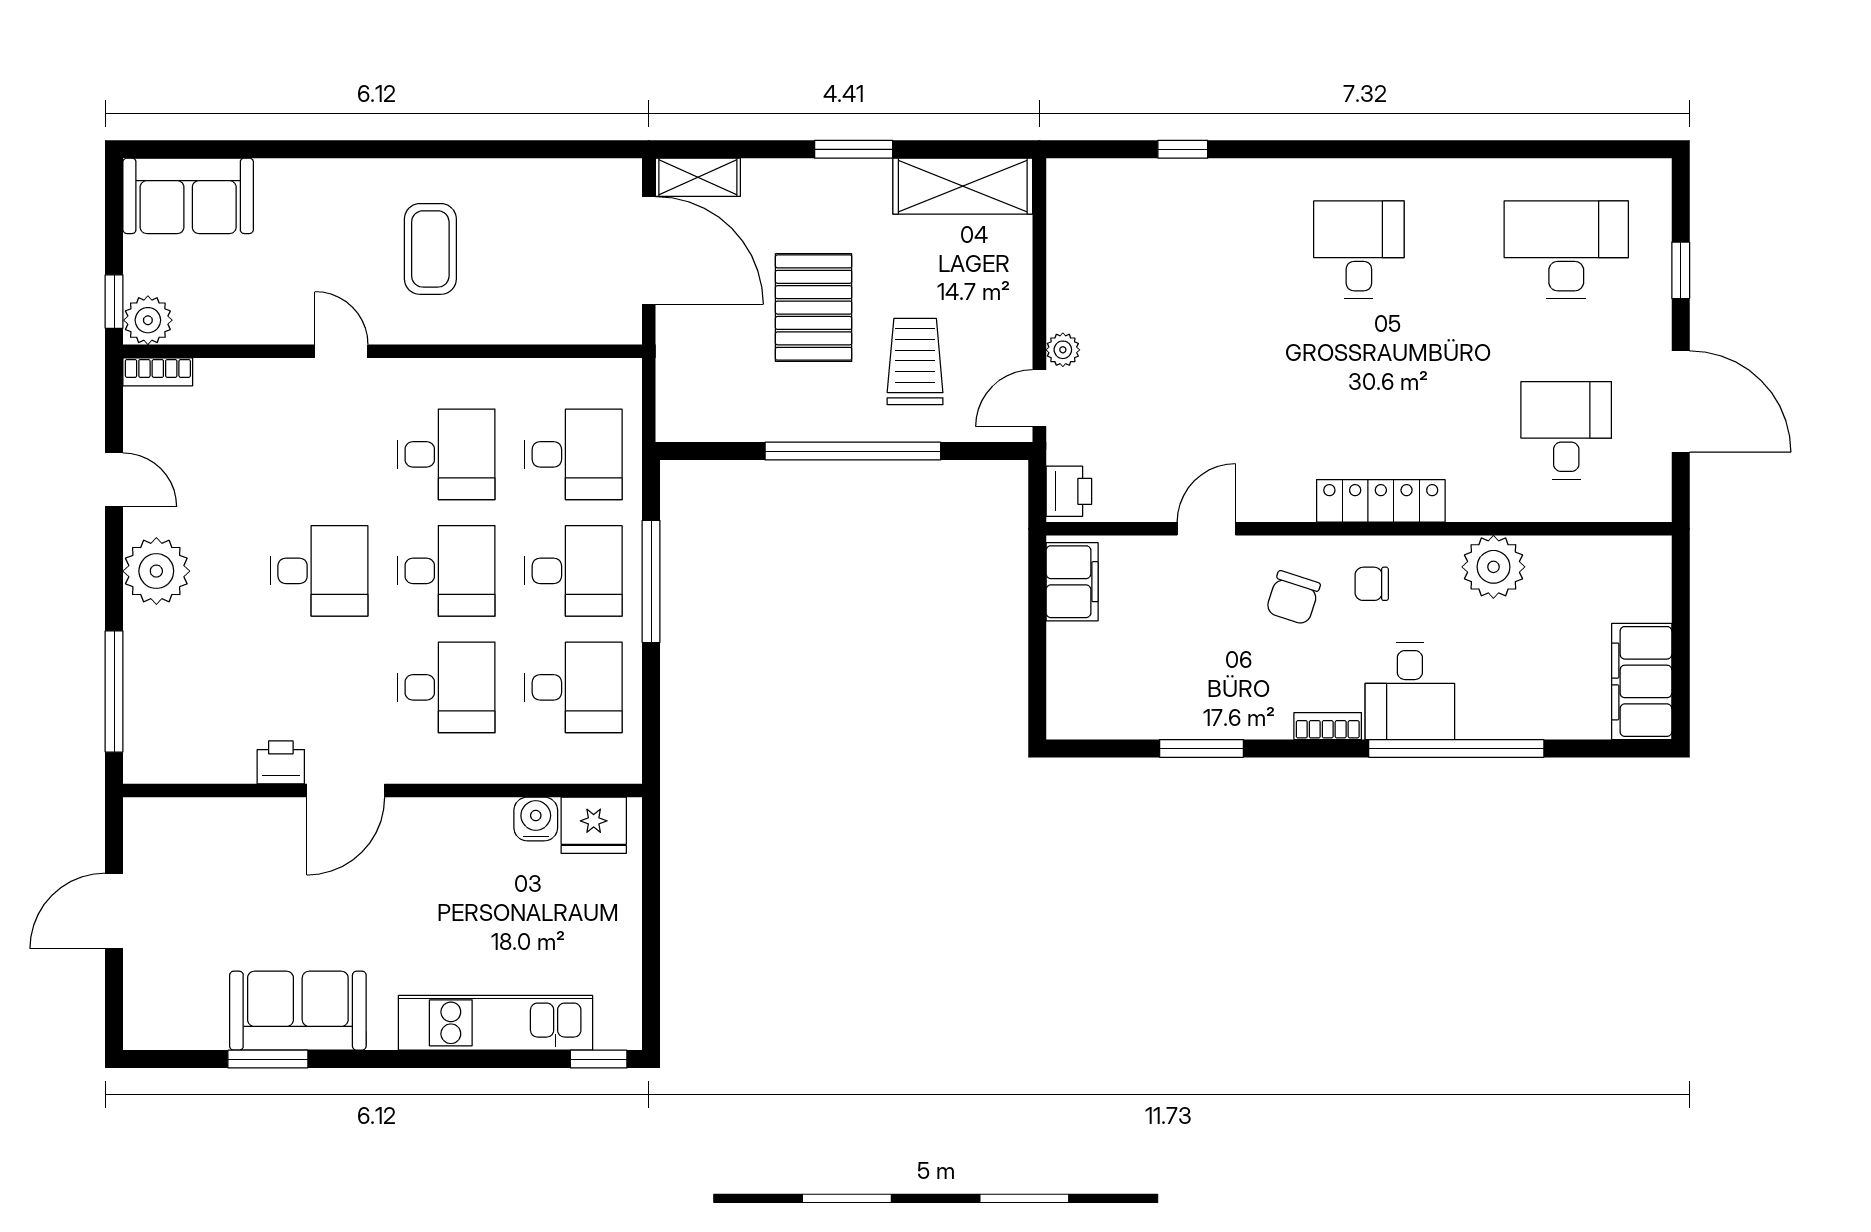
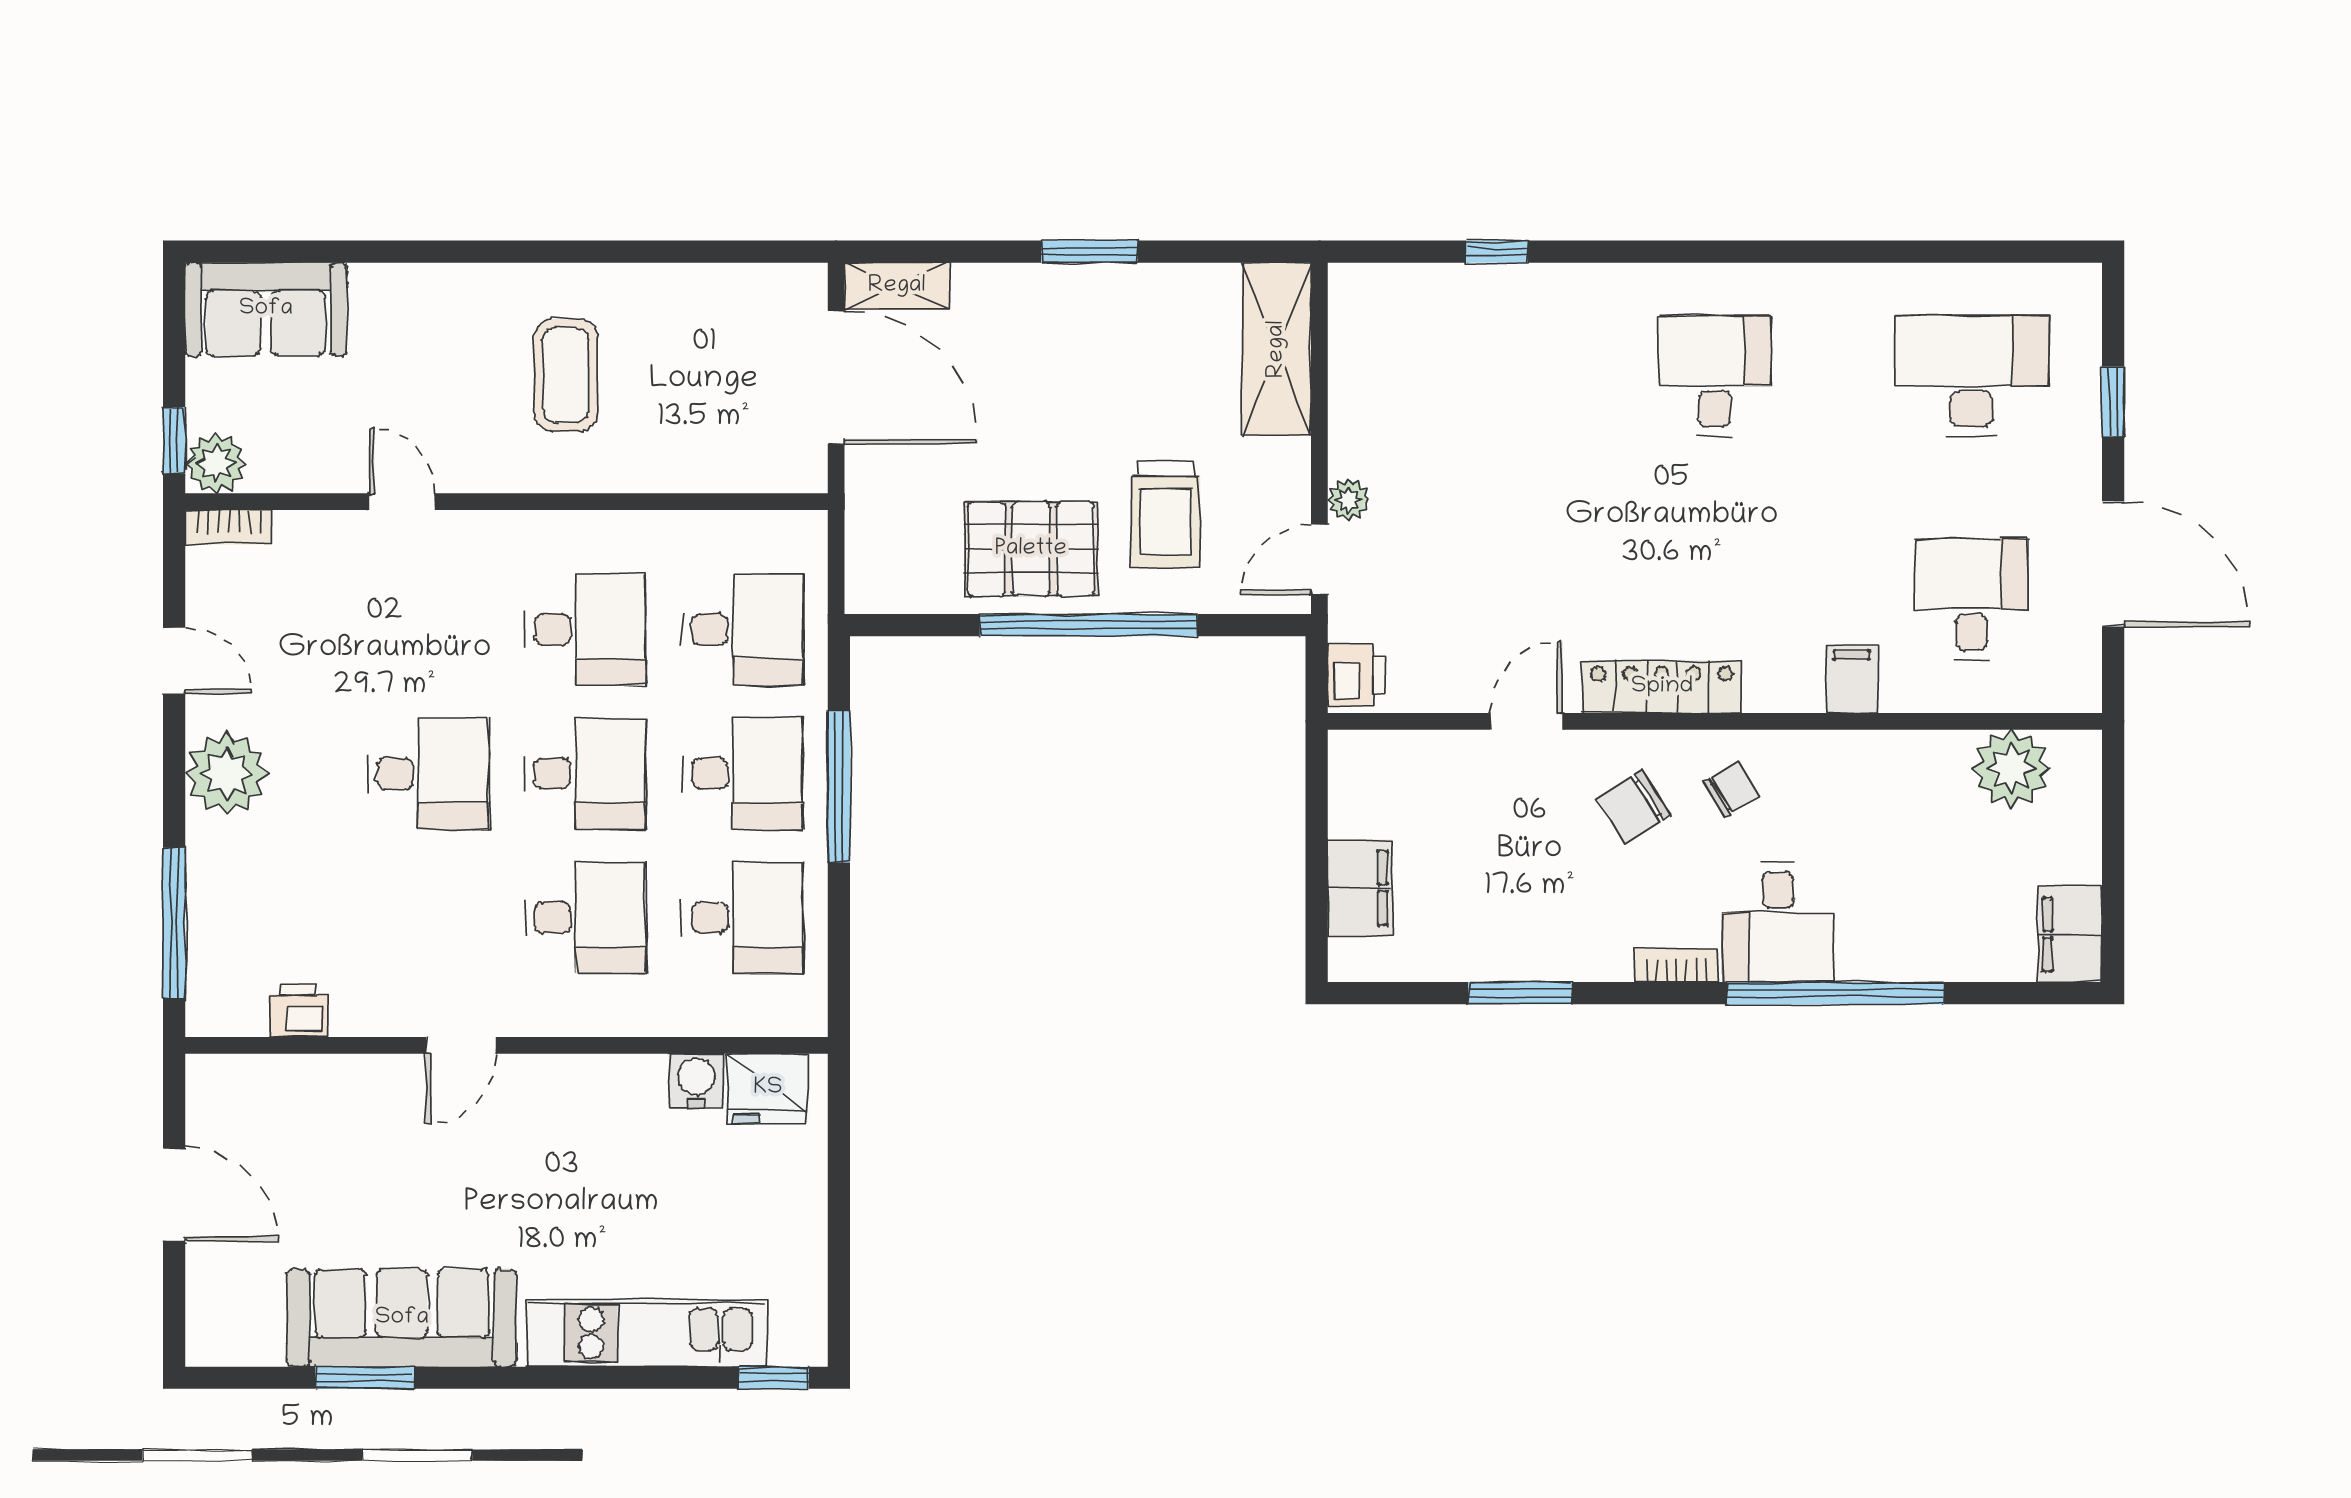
shelving: (963, 186) -> (1277, 349), moved, turned 90
pallet: (814, 308) -> (1031, 549), moved, turned 90
door: (341, 351) -> (402, 502), moved
trolley: (915, 362) -> (1166, 514), turned 180
filing cabinet: (1469, 494) -> (1852, 679), added
locker: (1381, 501) -> (1662, 687), moved
plant: (1493, 567) -> (2011, 769), moved
filing cabinet: (1072, 582) -> (1360, 888), moved
chair: (1372, 584) -> (1731, 790), turned 148
chair: (1293, 598) -> (1633, 807), turned 40
filing cabinet: (1642, 681) -> (2070, 934), width x0.67, depth x0.86
printer: (281, 762) -> (299, 1011), moved
door: (346, 791) -> (461, 1045), width x0.73
door: (114, 911) -> (174, 1194), swing flipped
sofa: (298, 1011) -> (402, 1318), width x1.36

